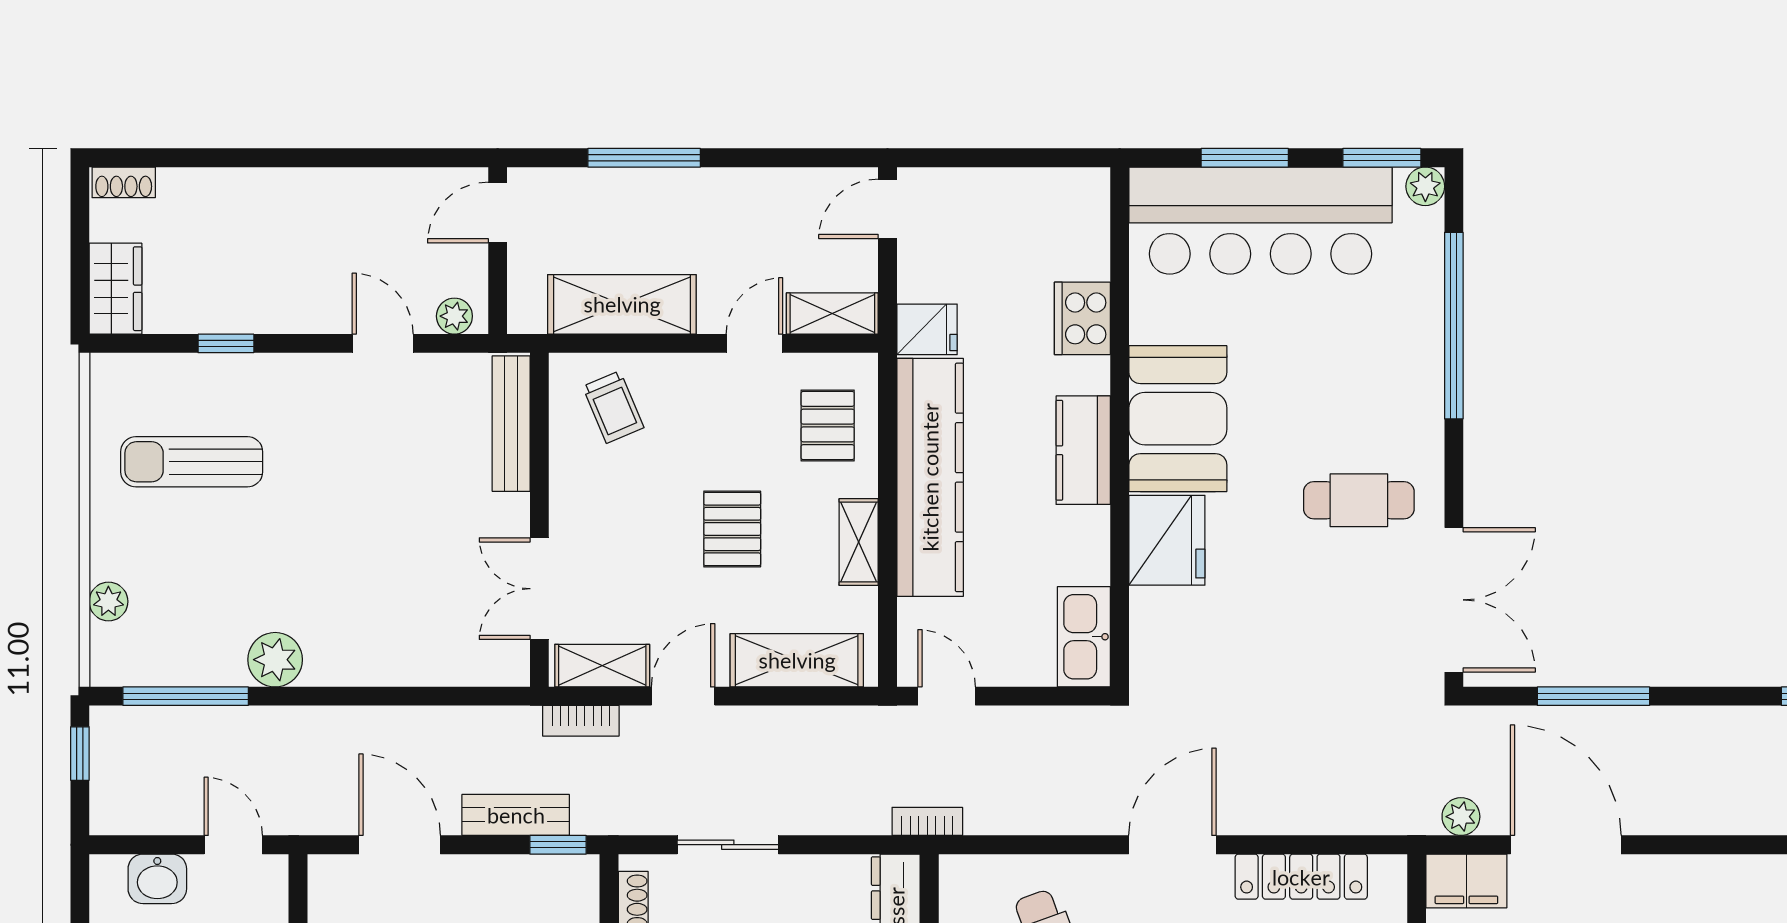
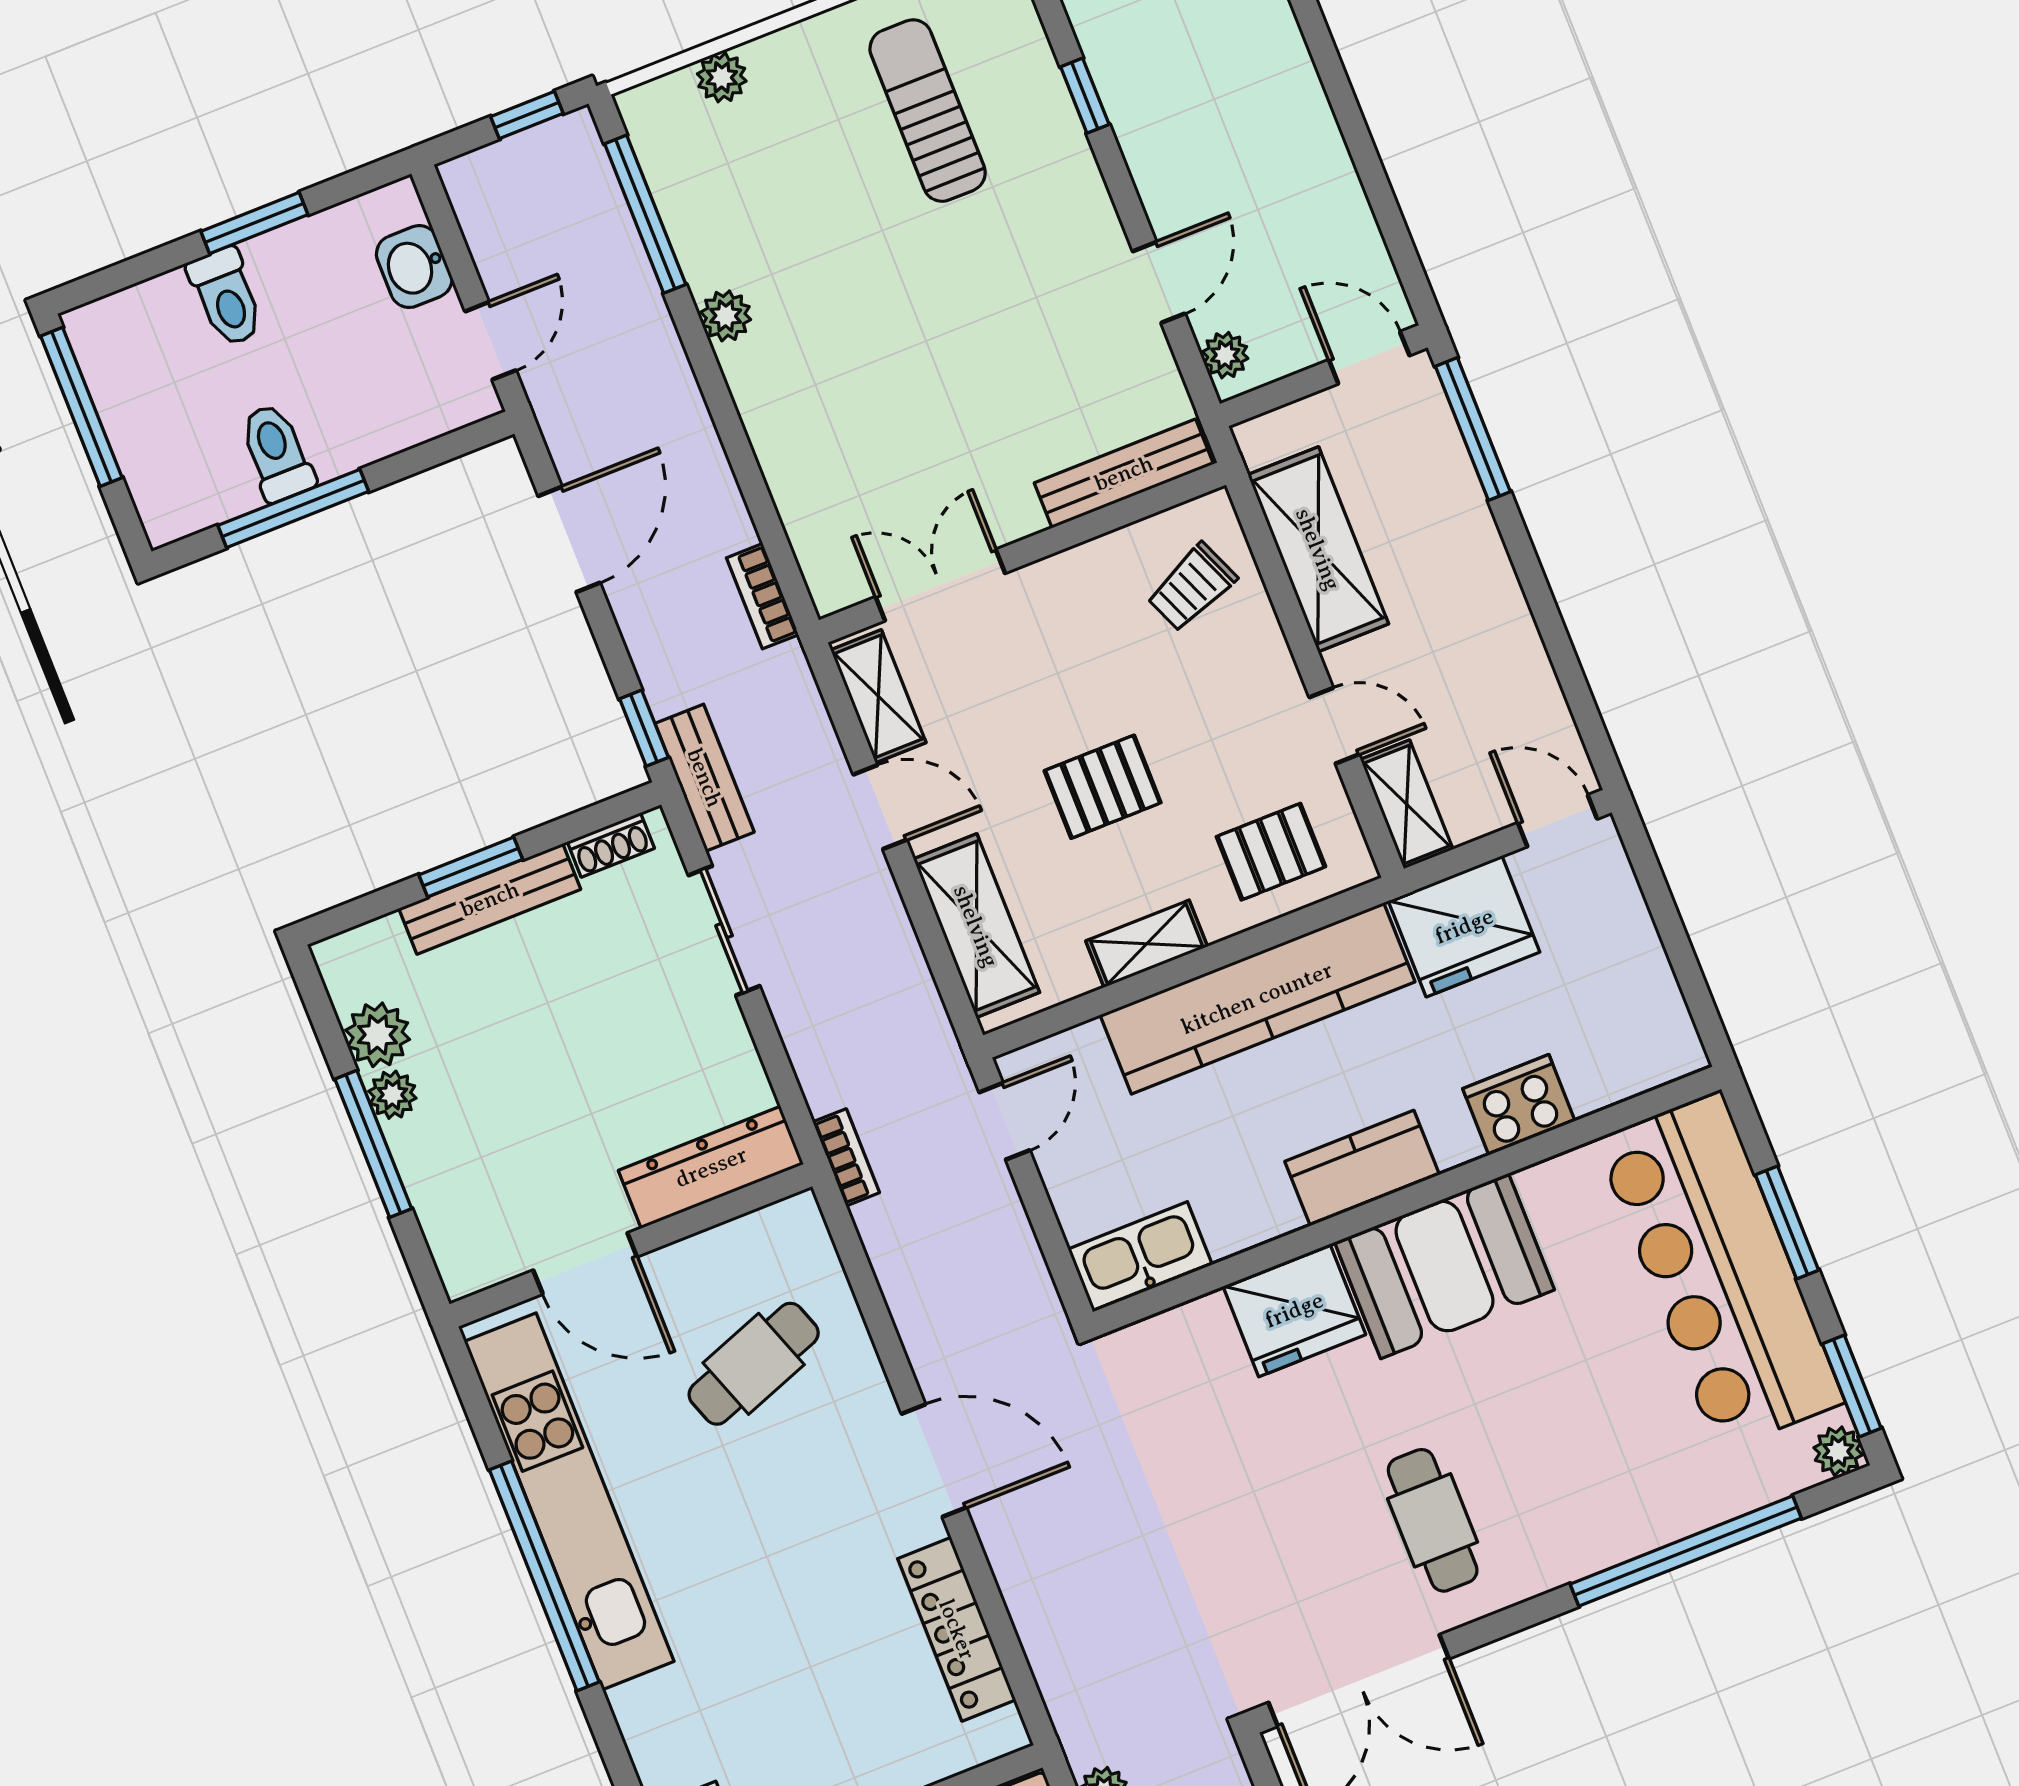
window: (644, 158) -> (1473, 429), moved
fridge: (927, 329) -> (1464, 926), width x1.88, depth x1.34
plant: (275, 660) -> (726, 316), width x0.73, depth x0.73
bookcase: (581, 721) -> (763, 596), moved
bench: (516, 815) -> (705, 778), moved

